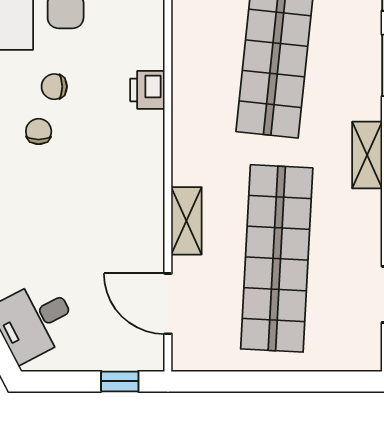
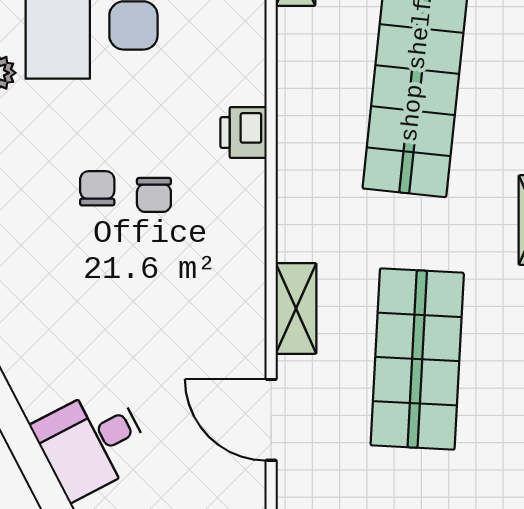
chair: (54, 87) -> (154, 195), moved, turned -90
shop shelf: (277, 258) -> (417, 359), width x0.71

